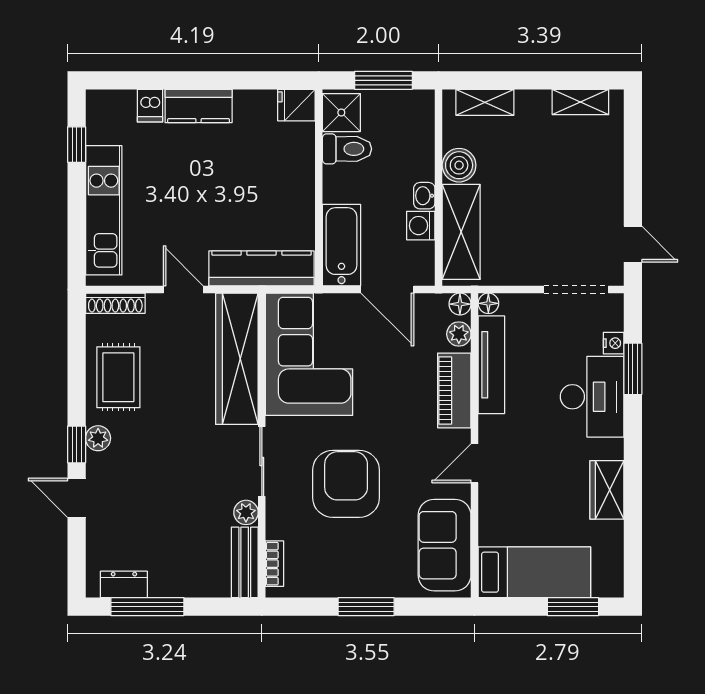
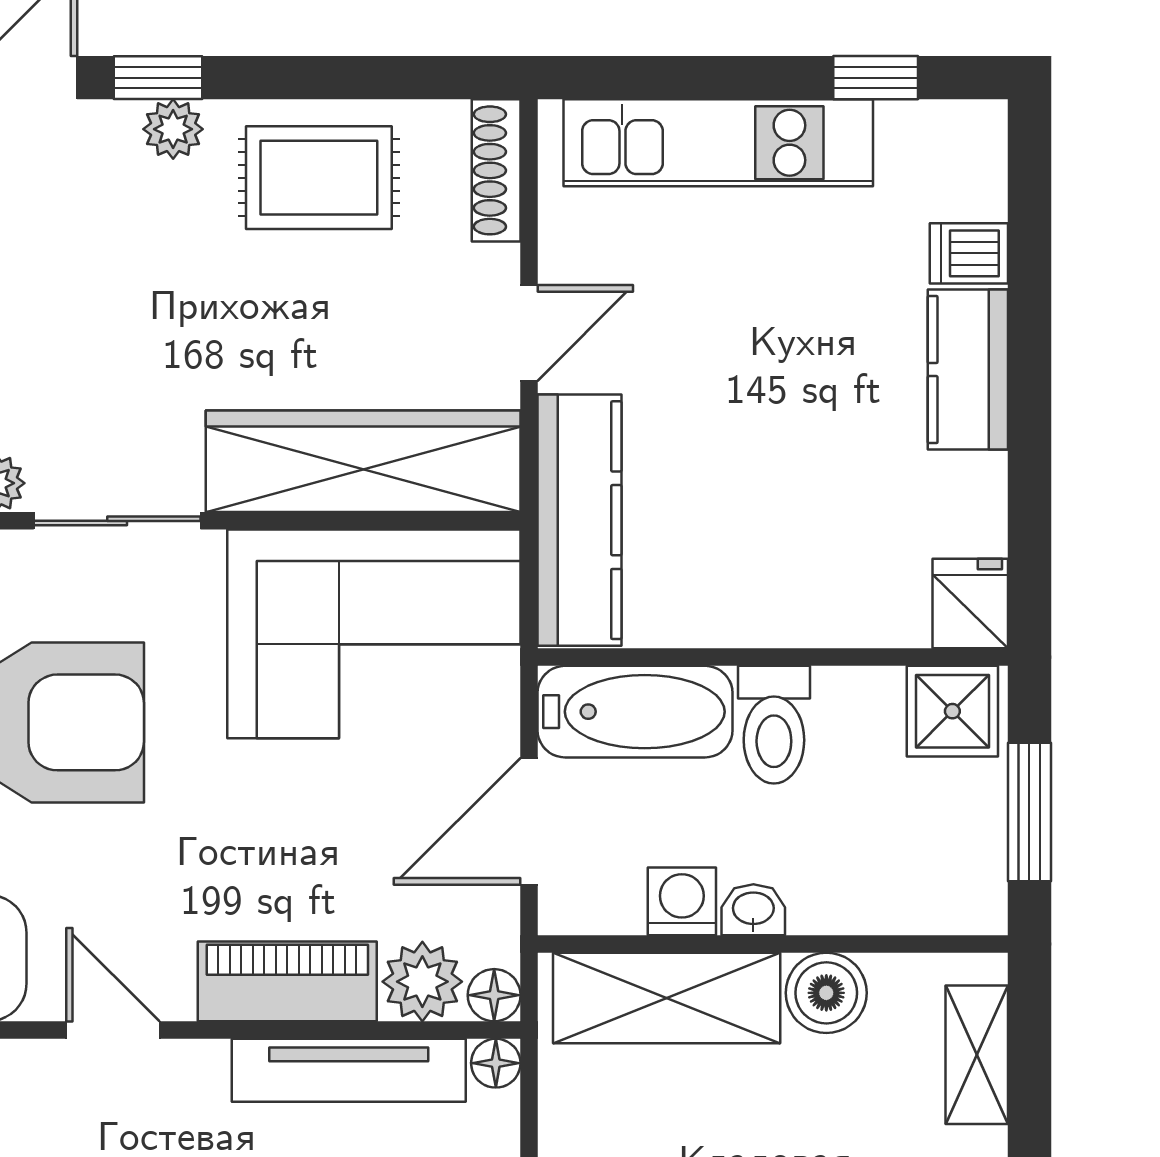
toilet: (347, 149) -> (774, 725), moved
plant: (459, 334) -> (422, 982), width x1.38, depth x1.38

